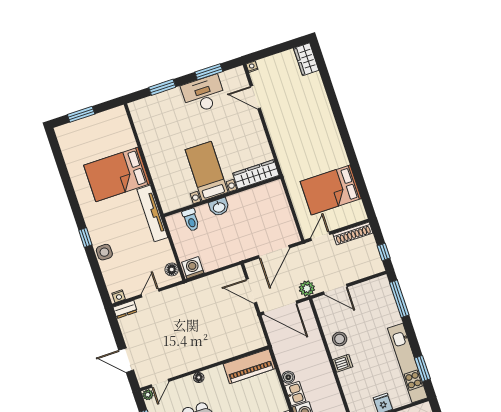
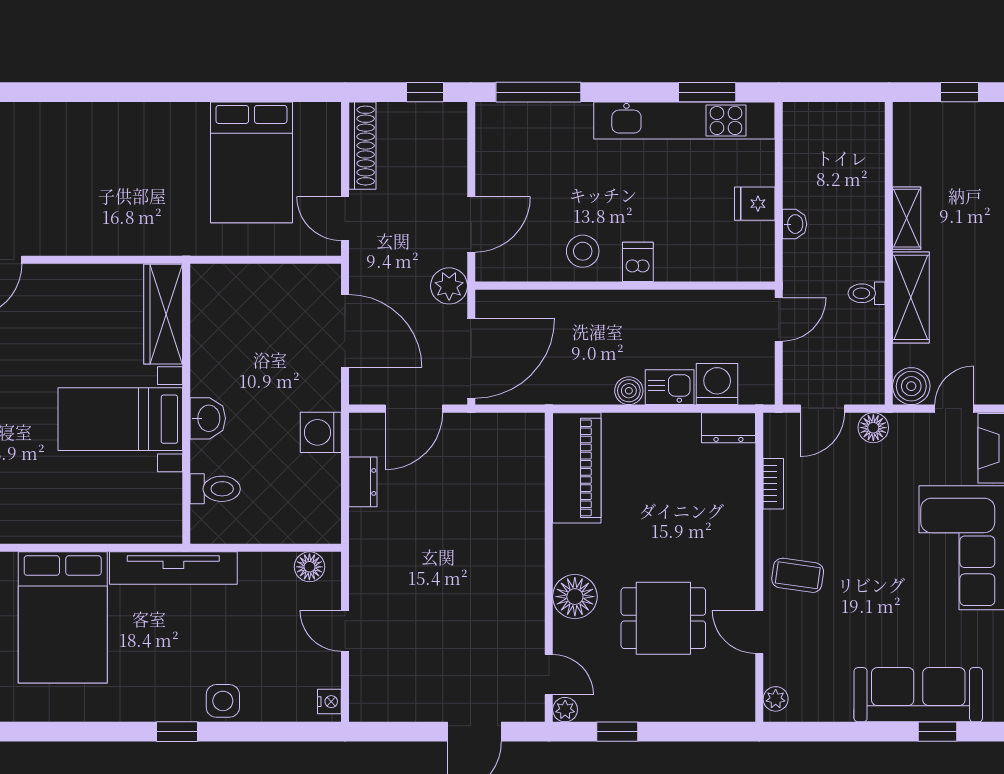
washing machine: (193, 268) -> (321, 432), moved
dresser: (125, 309) -> (363, 482), moved
floor lamp: (199, 377) -> (575, 597), width x1.89, depth x1.89

